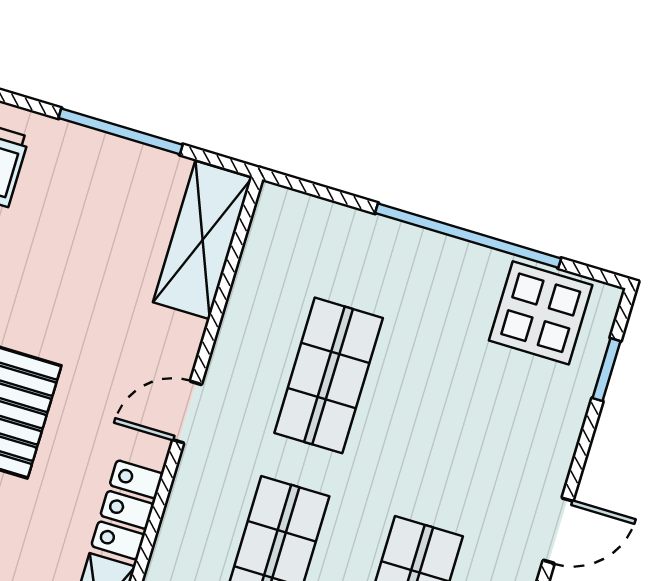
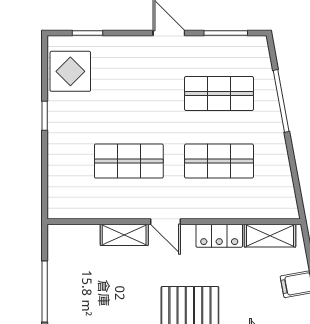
window: (468, 236) -> (45, 116), width x0.32
shelving: (202, 240) -> (124, 235), moved, width x0.67, depth x0.75

